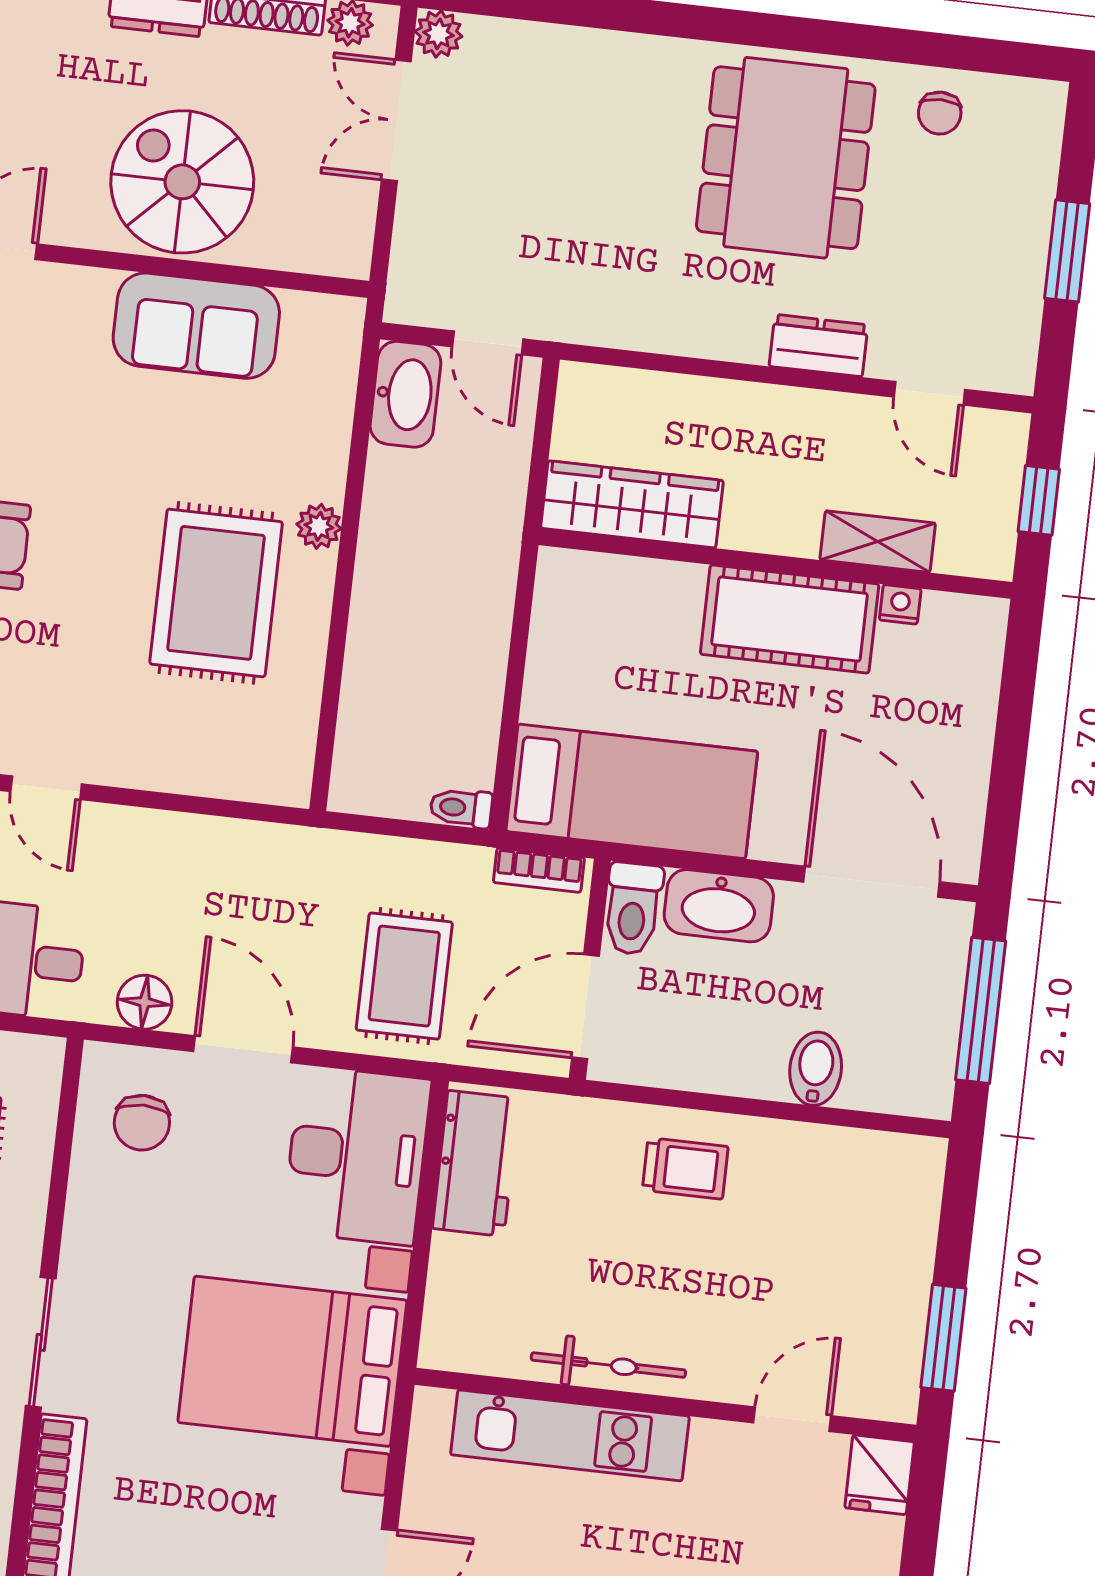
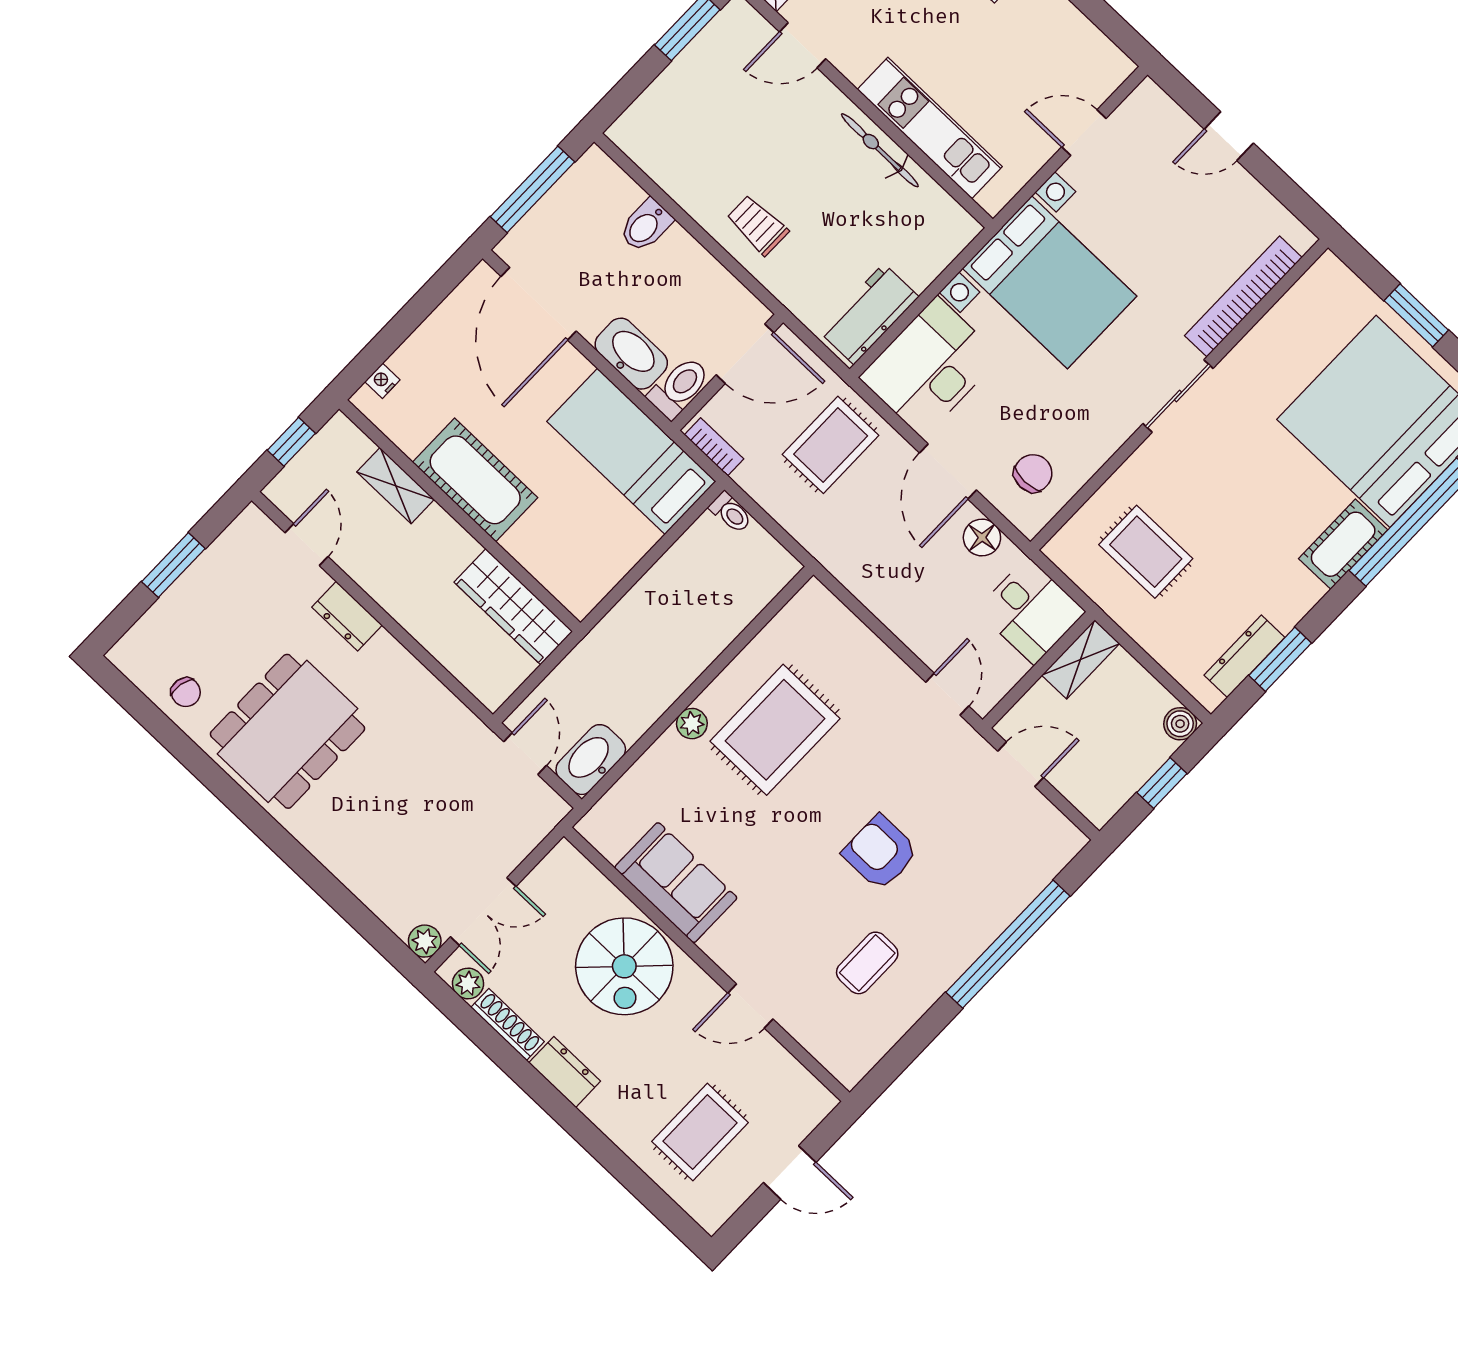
chair: (940, 113) -> (186, 692), turned 101
nightstand: (900, 604) -> (382, 381), moved, turned 90

